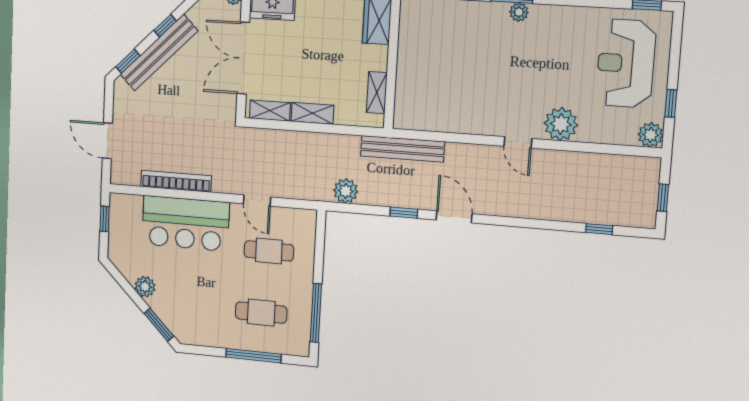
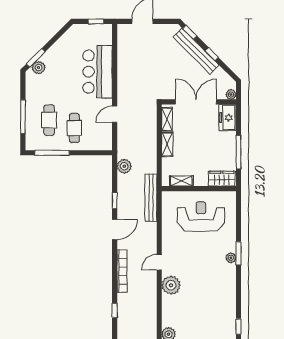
reception desk: (626, 63) -> (201, 216), moved
bookcase: (176, 181) -> (122, 271), moved
cafe table: (269, 251) -> (74, 128), moved
plant: (145, 287) -> (39, 68), moved

